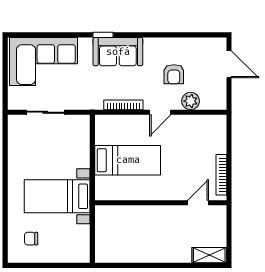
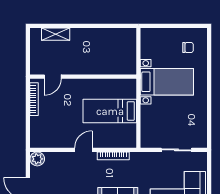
armchair: (174, 74) -> (72, 181), removed
plant: (191, 101) -> (37, 159), moved
shelving: (209, 255) -> (56, 34), moved

